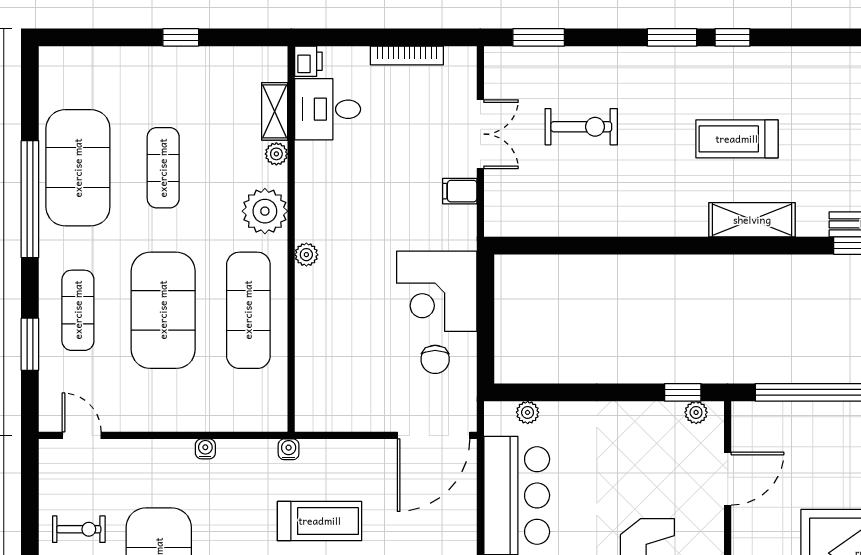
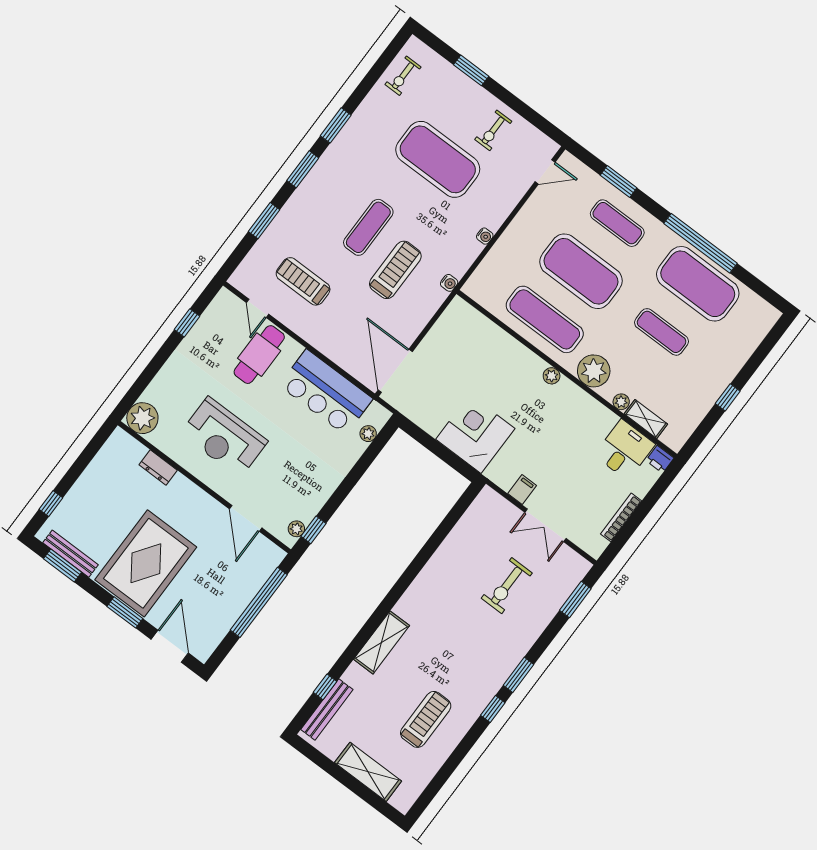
treadmill: (737, 139) -> (426, 719), moved
chair: (435, 359) -> (437, 404), removed
treadmill: (320, 521) -> (395, 270), turned 180

